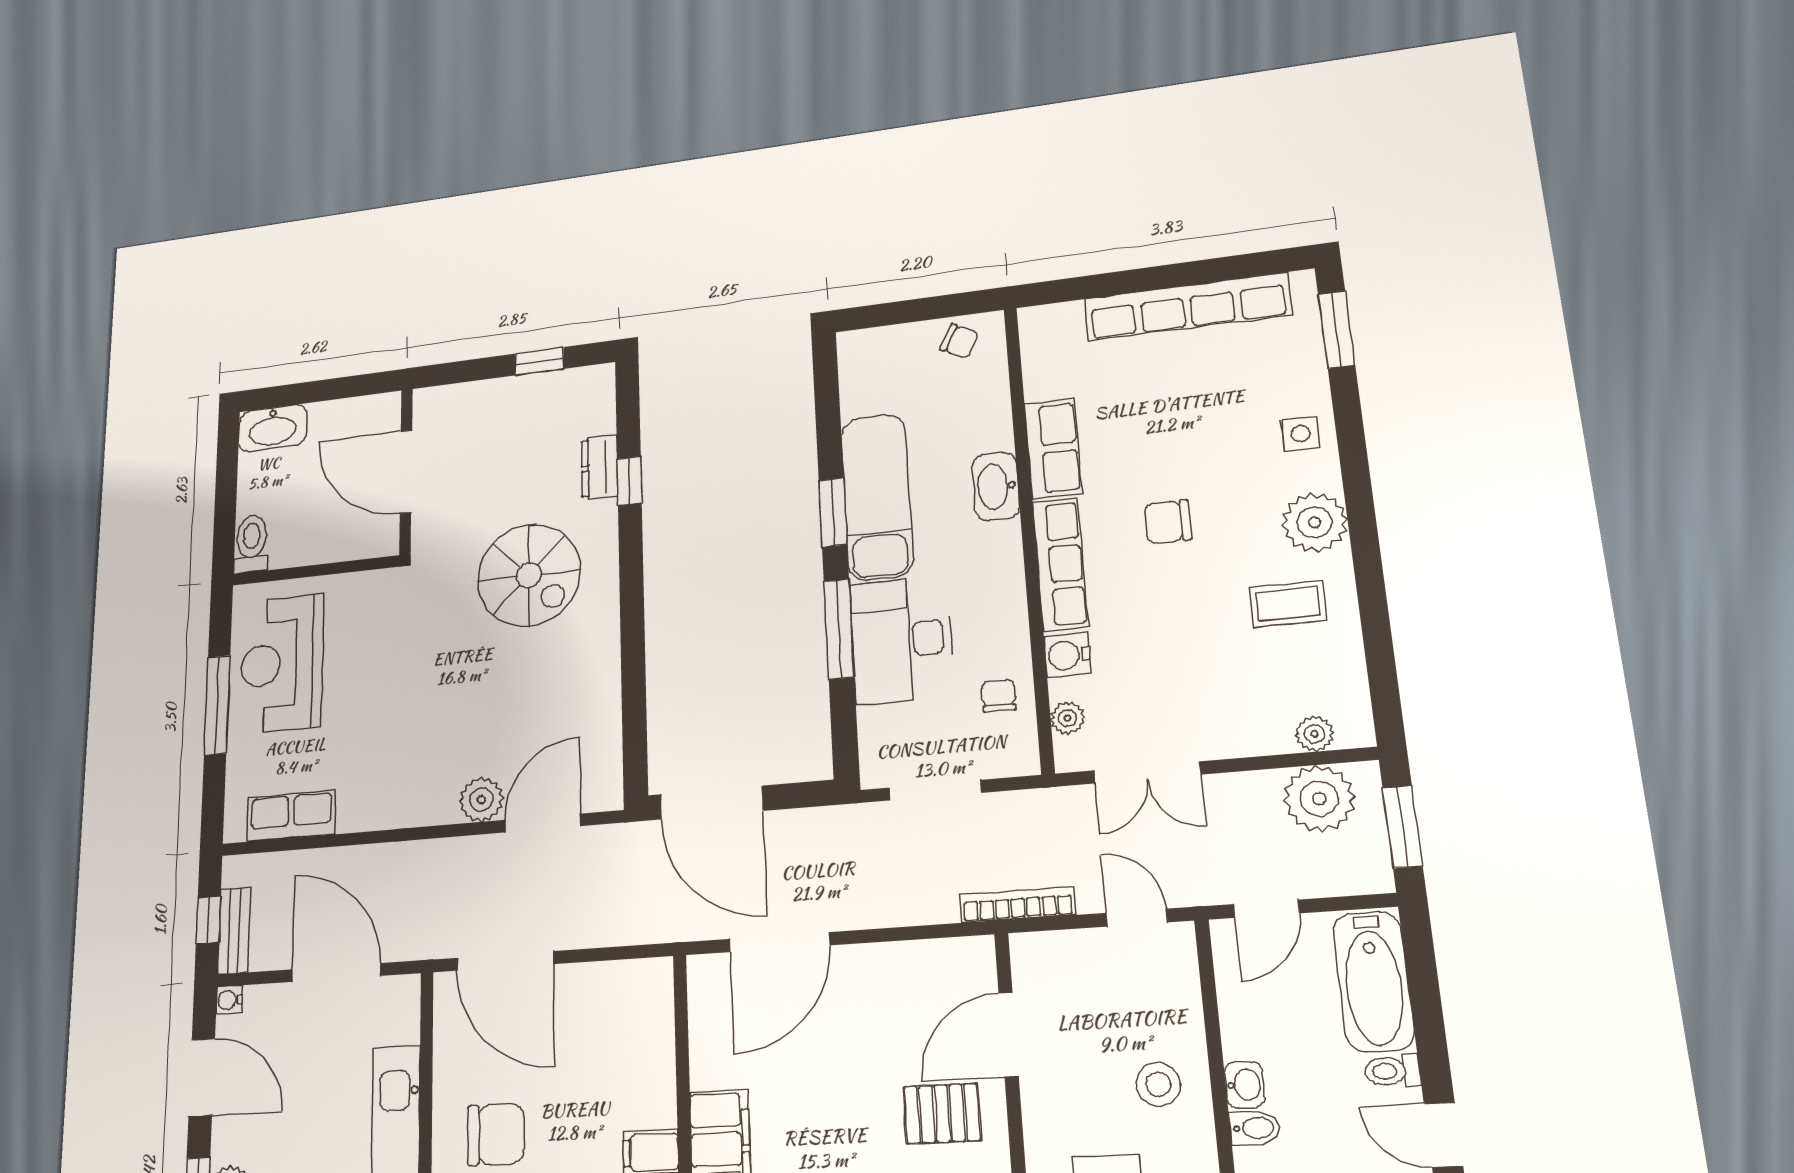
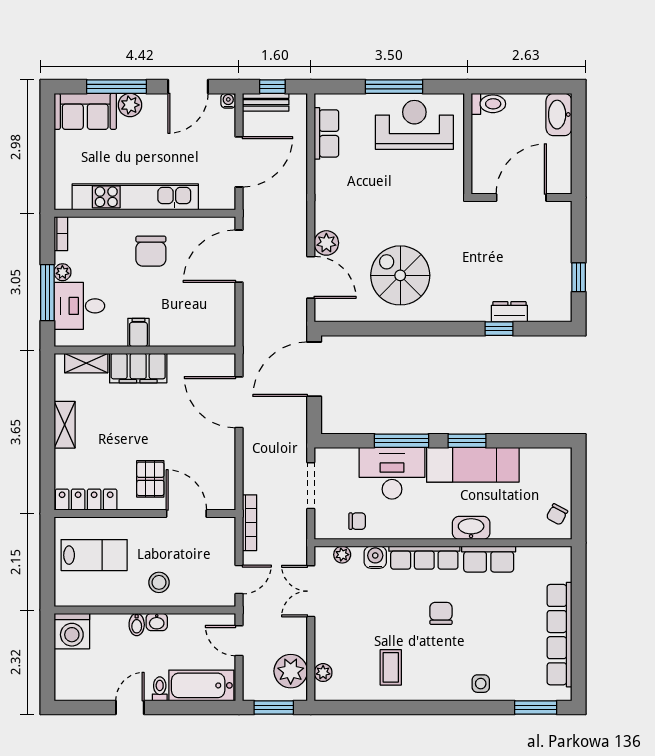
plant: (1315, 522) -> (432, 685), removed
spiral stairs: (529, 575) -> (400, 275), moved, turned 90

